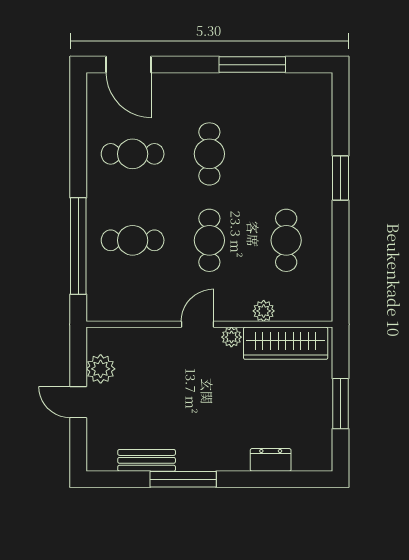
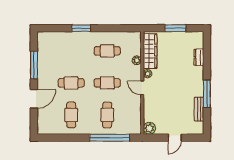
door: (128, 65) -> (34, 99), moved
plant: (101, 369) -> (149, 128), moved

